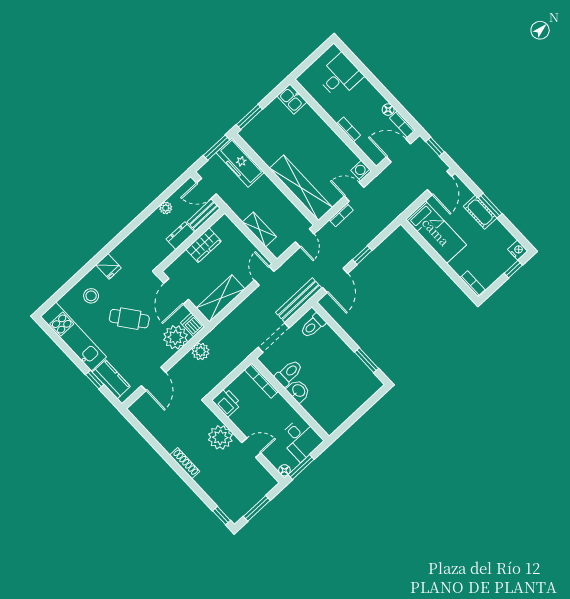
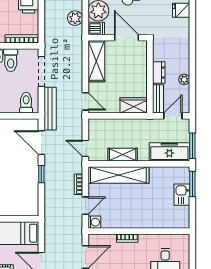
kitchen sink: (292, 99) -> (182, 195), moved, turned -90
shelving: (259, 229) -> (123, 155), moved
wardrobe: (204, 245) -> (134, 105), moved, turned 90

